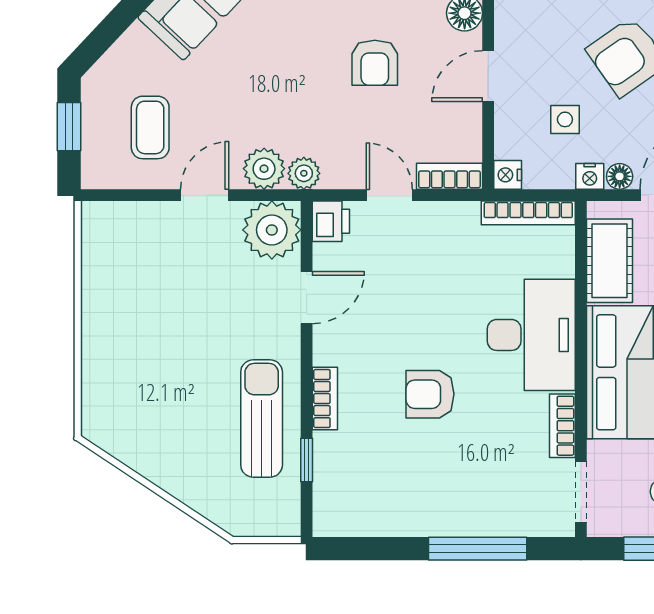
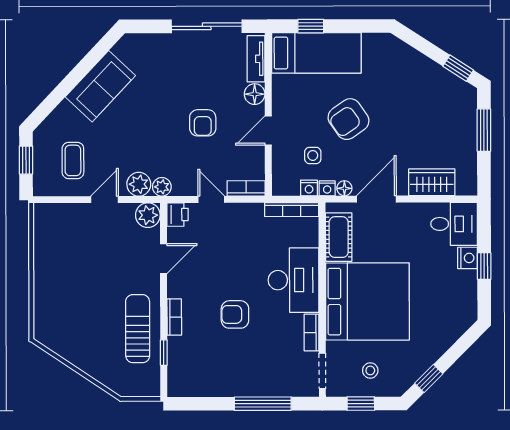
nightstand: (508, 175) -> (309, 188), moved, turned -90
plant: (272, 230) -> (148, 215), width x0.73, depth x0.73

